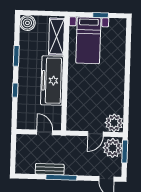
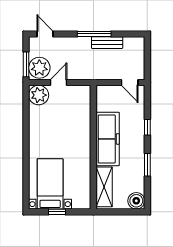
bed with nightstands: (88, 40) -> (50, 184), moved
door: (45, 132) -> (130, 82), moved

